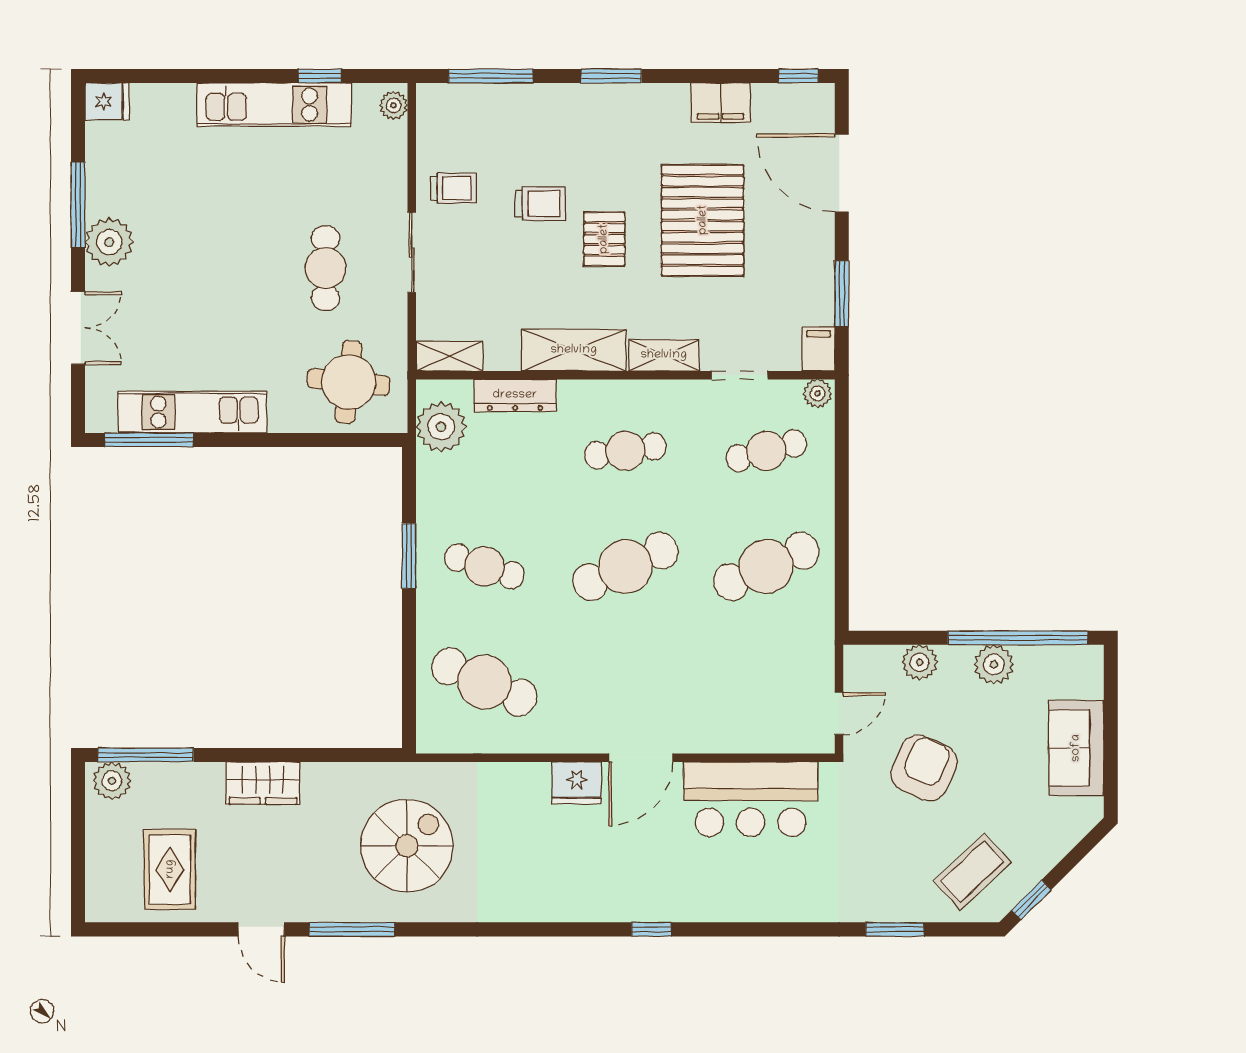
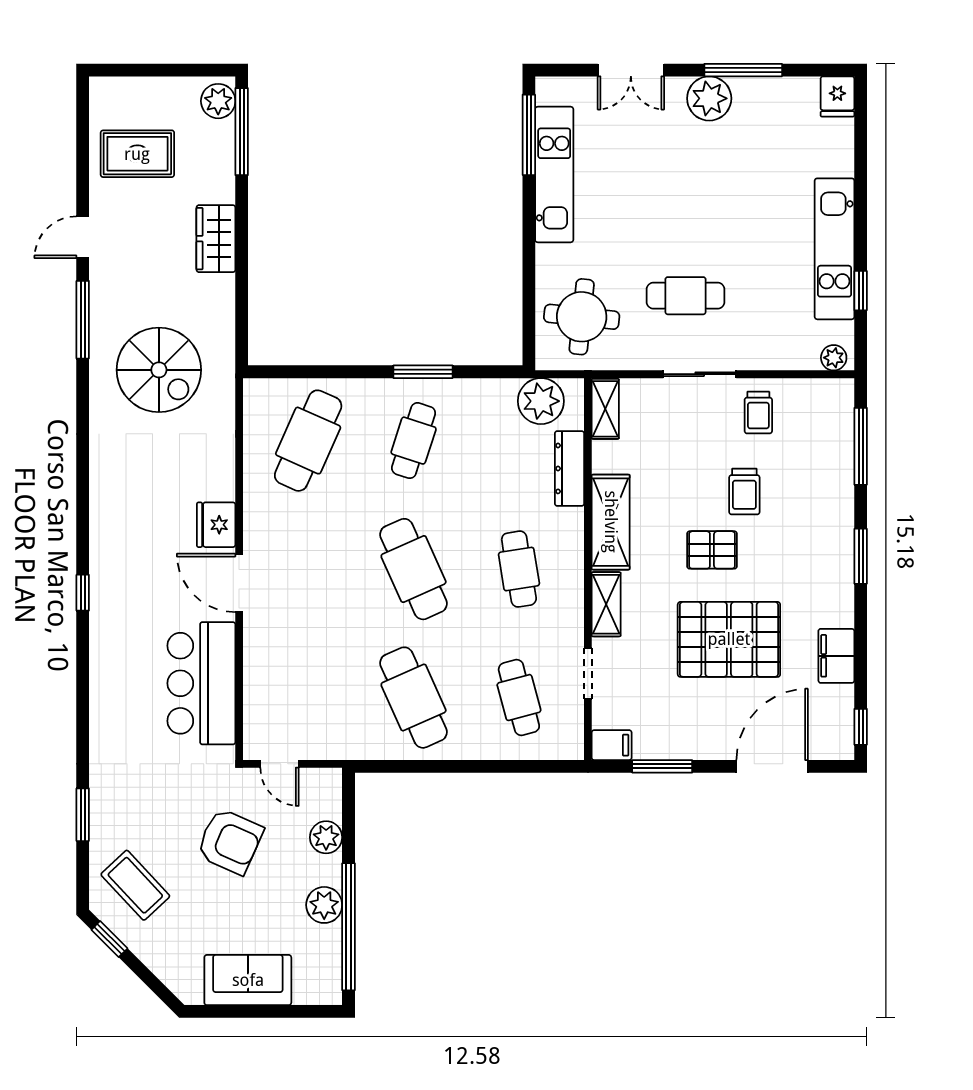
plant: (818, 393) -> (571, 744), removed

